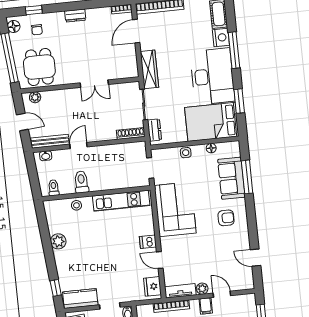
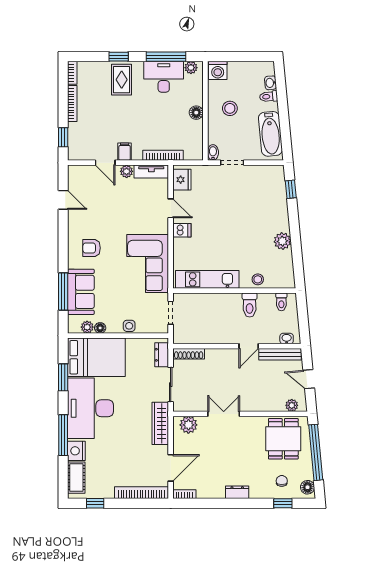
plant: (124, 71) -> (188, 425), added
plant: (223, 148) -> (87, 327), added
kitchen counter: (80, 298) -> (264, 175), removed

